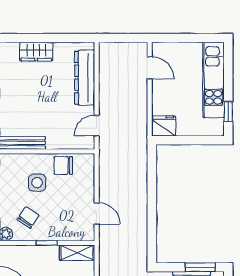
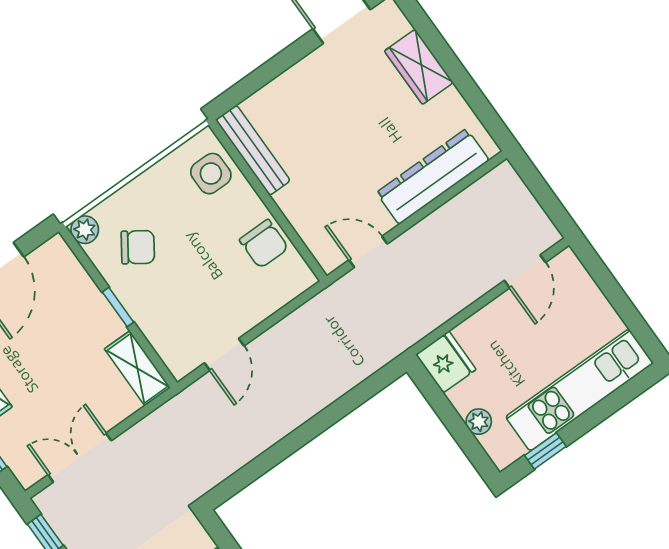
plant: (197, 130) -> (479, 422), added
chair: (63, 165) -> (264, 244), turned 180
side table: (37, 183) -> (211, 174), moved

